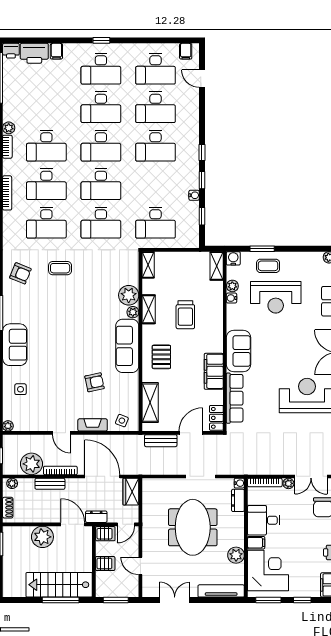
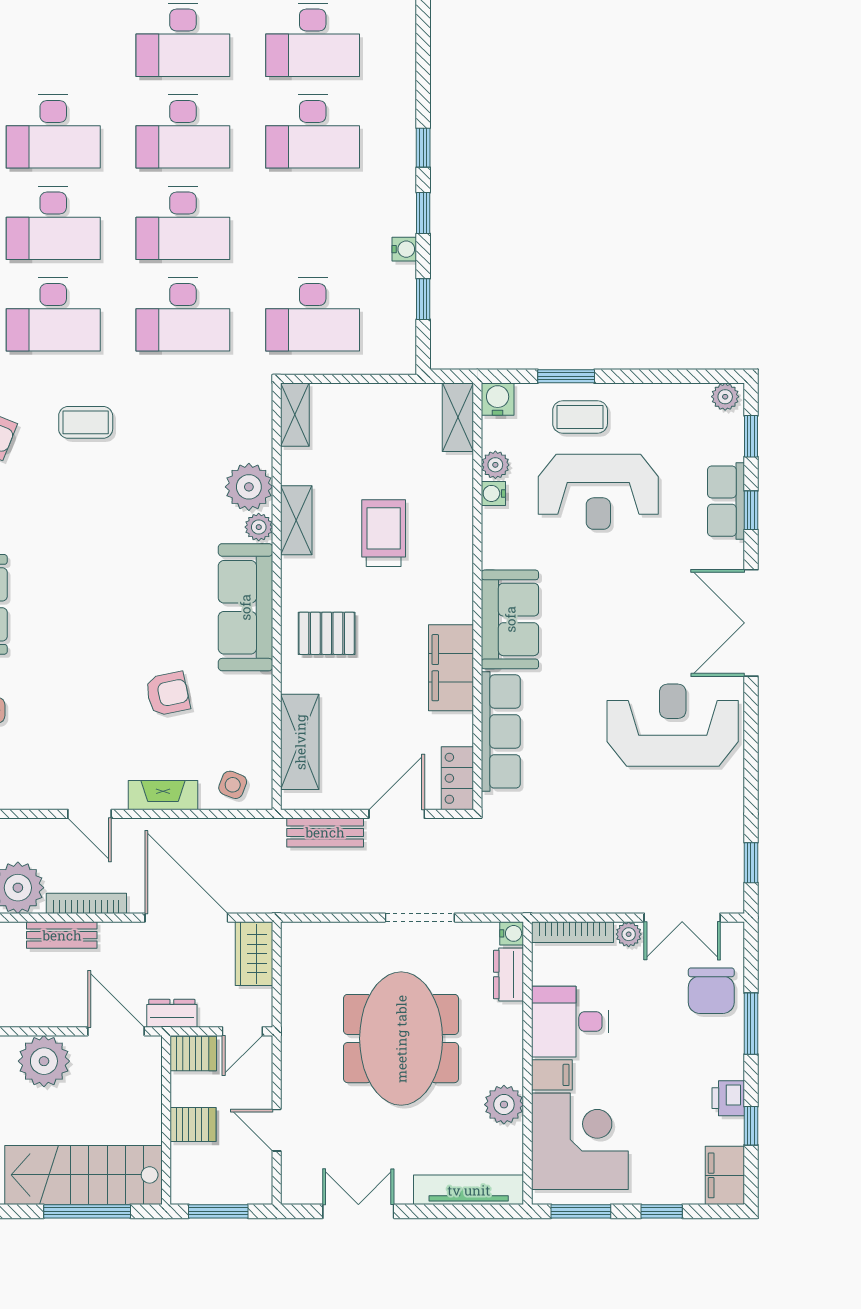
trolley: (185, 315) -> (384, 533), turned 180
pallet: (161, 357) -> (327, 633), turned 90

